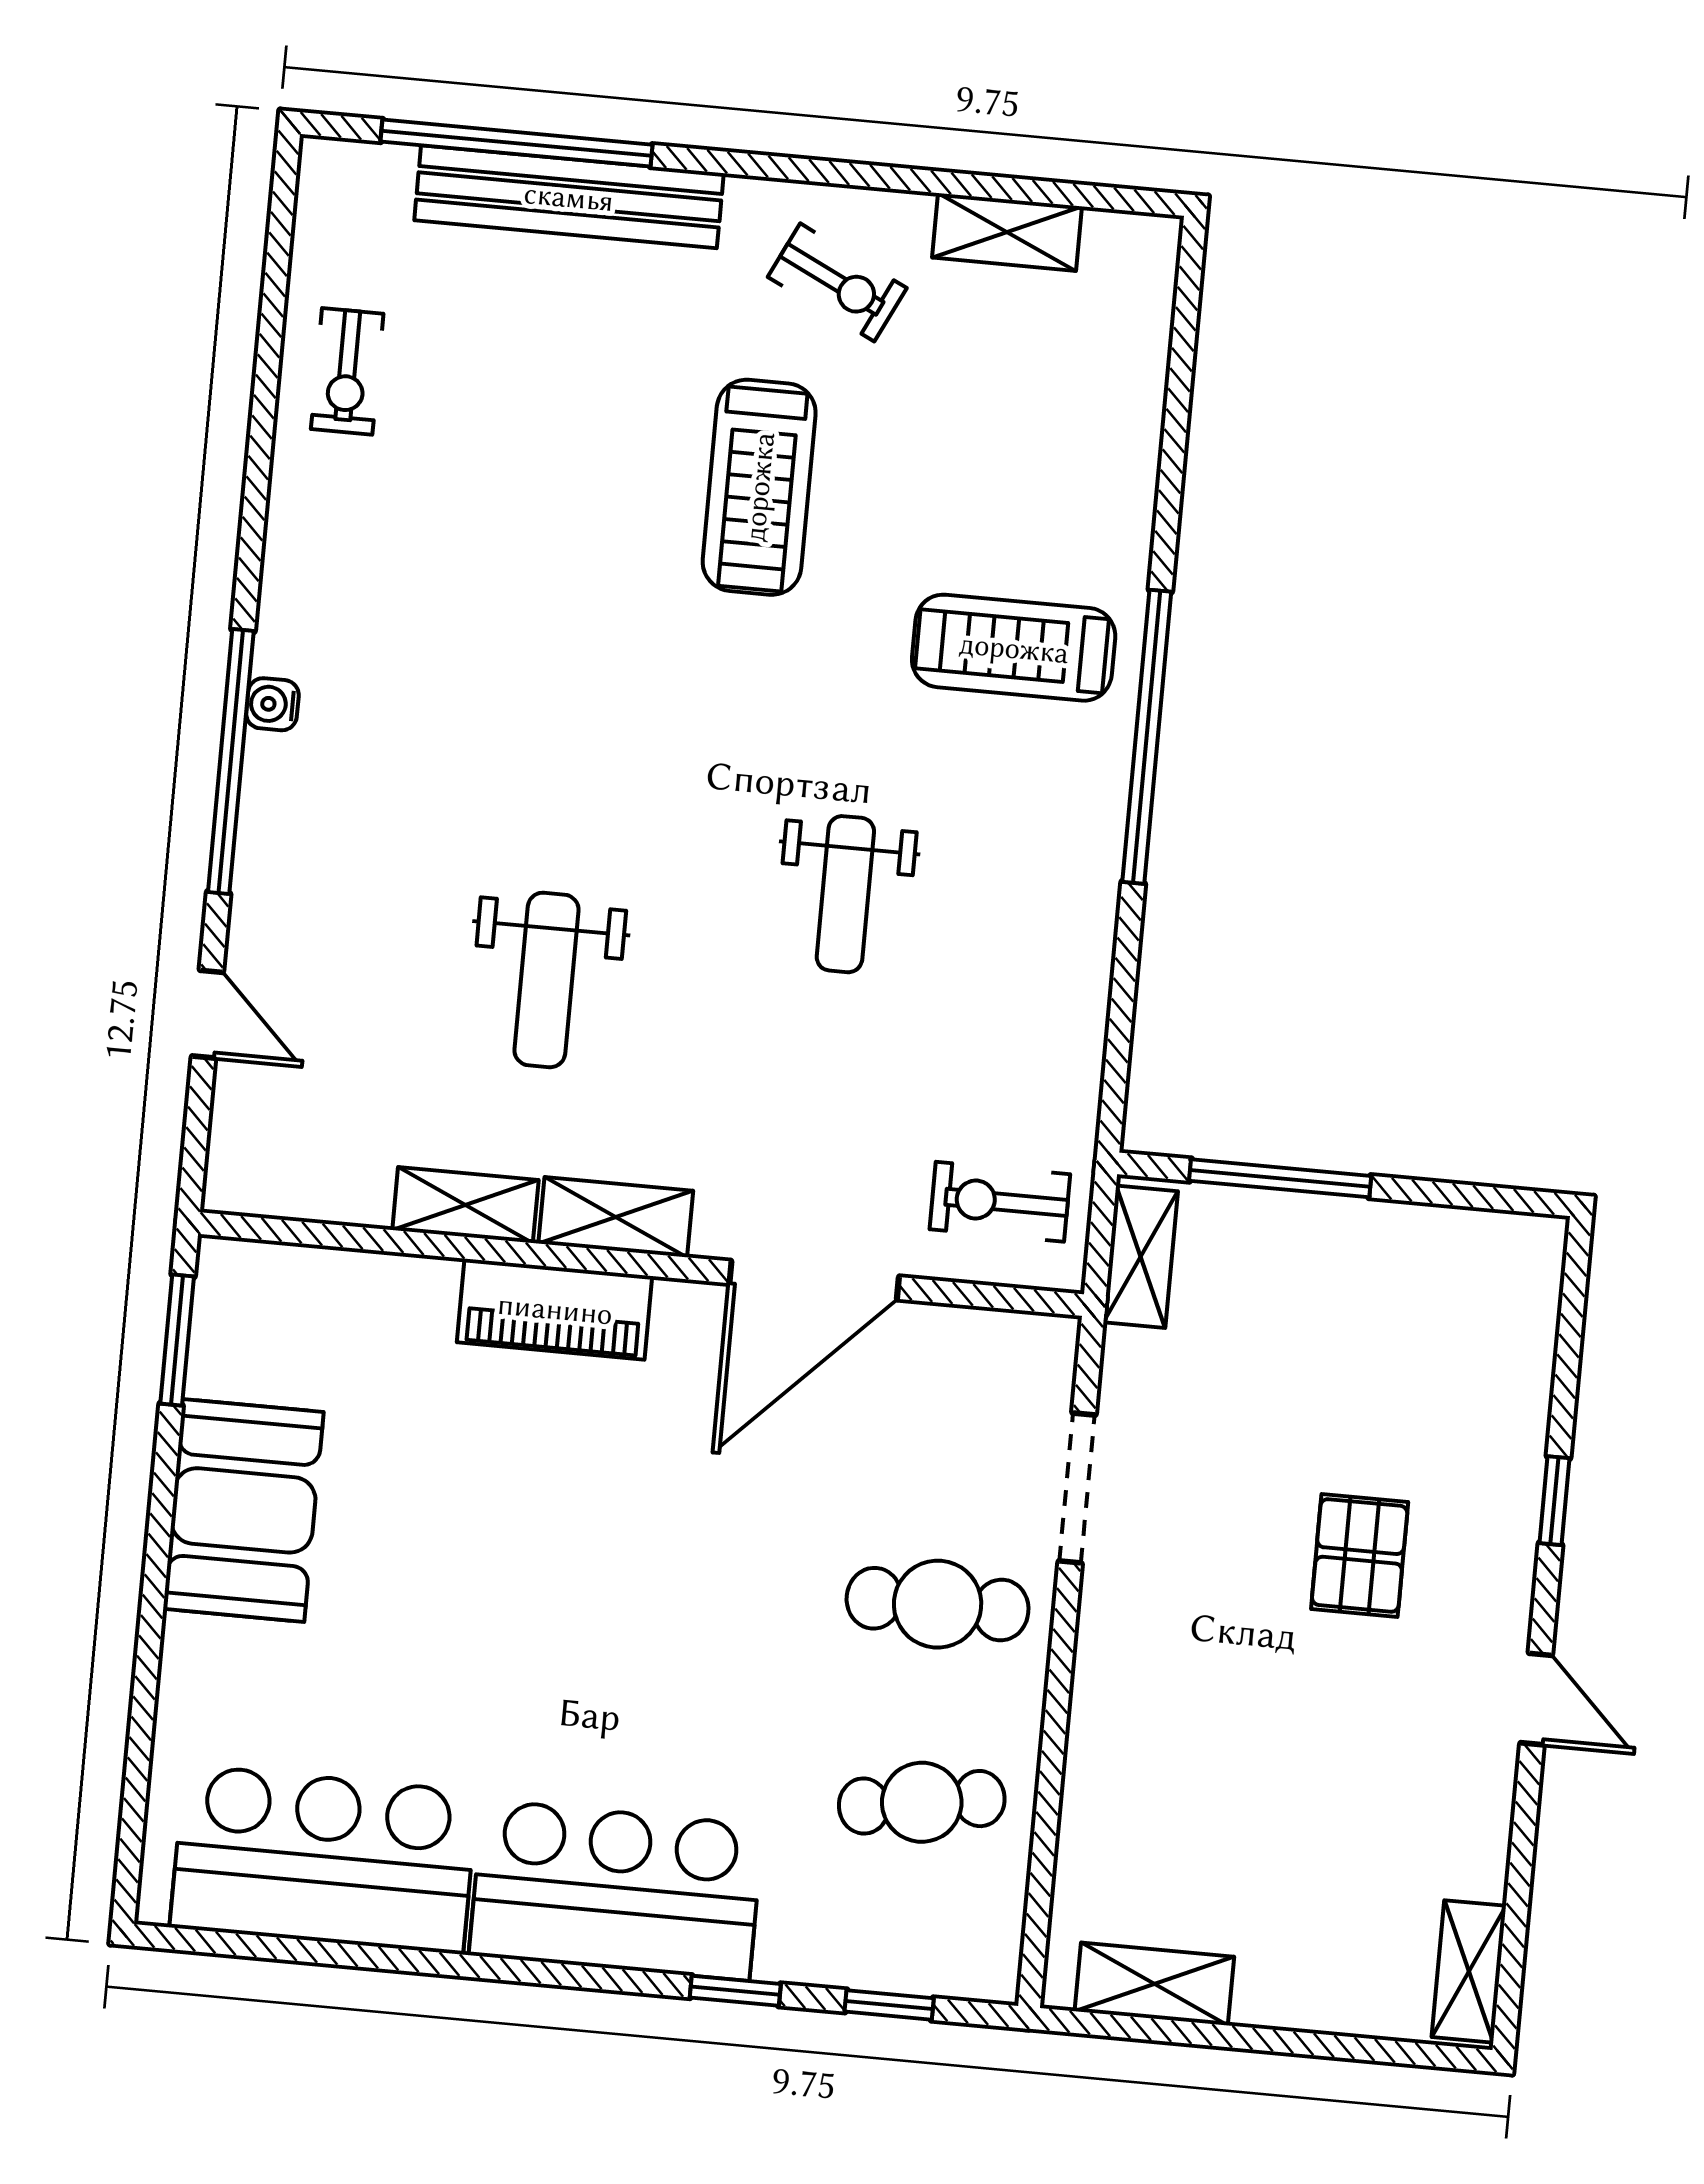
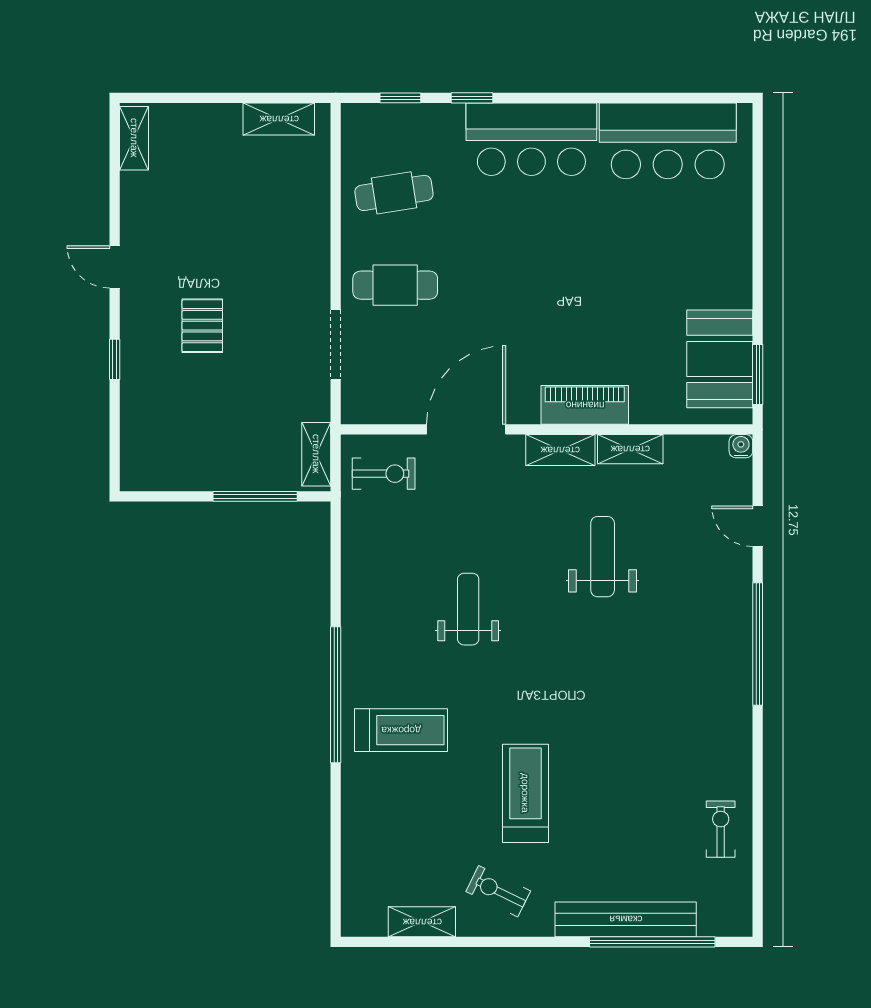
water cooler: (272, 704) -> (741, 446), moved, turned -90
booth: (243, 1510) -> (720, 359), moved

